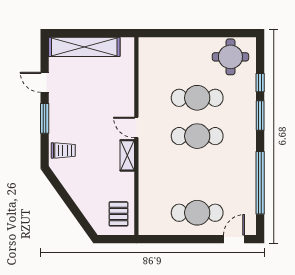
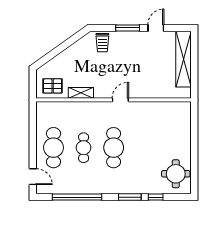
cafe table: (197, 98) -> (84, 148), moved, width x0.73, depth x0.74
shelving: (127, 155) -> (81, 93), moved

